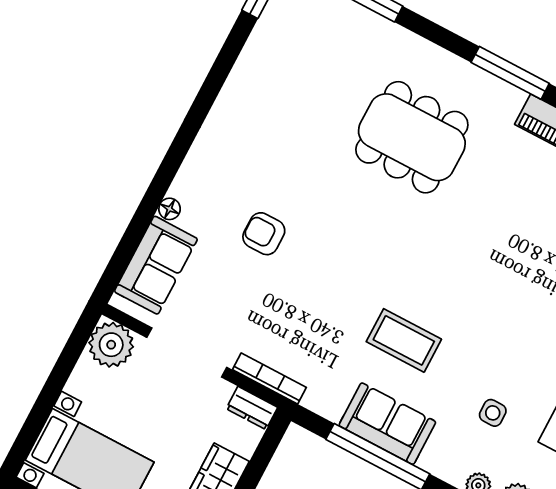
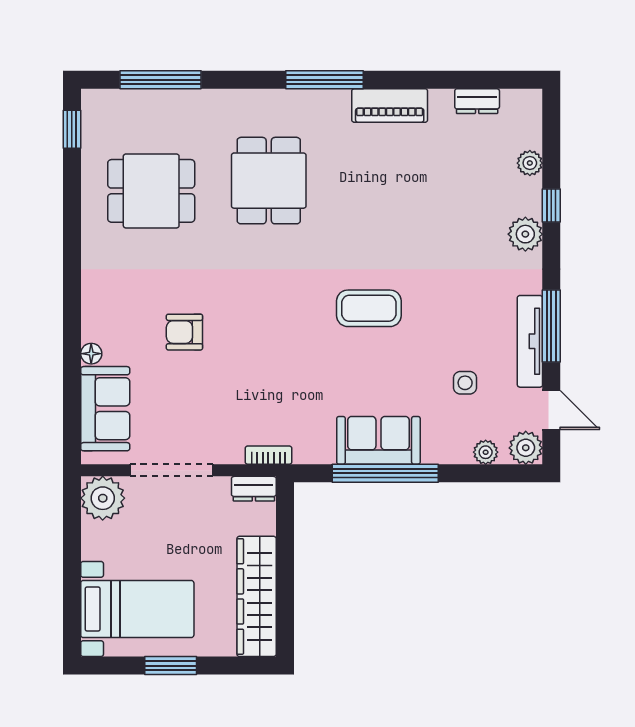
dining table: (301, 91) -> (151, 191), added
dining table: (412, 137) -> (269, 181), width x0.73
coffee table: (404, 340) -> (369, 308), moved
bookcase: (269, 378) -> (268, 455), width x0.64

